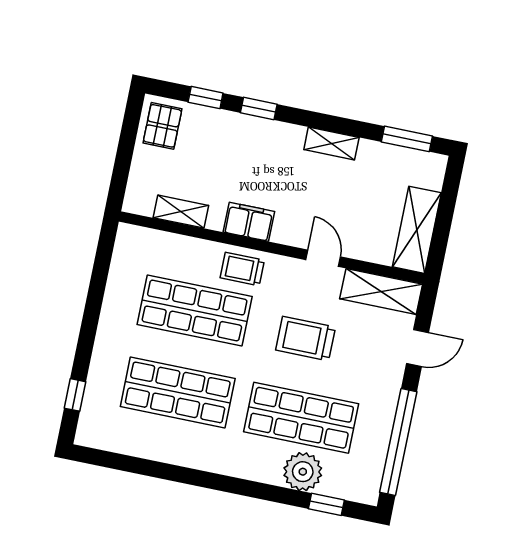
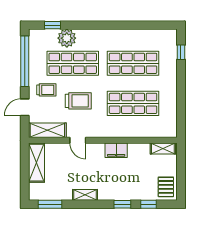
shelving: (181, 212) -> (163, 148), moved
trolley: (242, 269) -> (46, 90), moved

